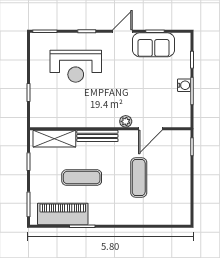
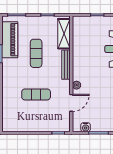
water cooler: (184, 85) -> (86, 127), moved
door: (150, 129) -> (71, 103), swing flipped

